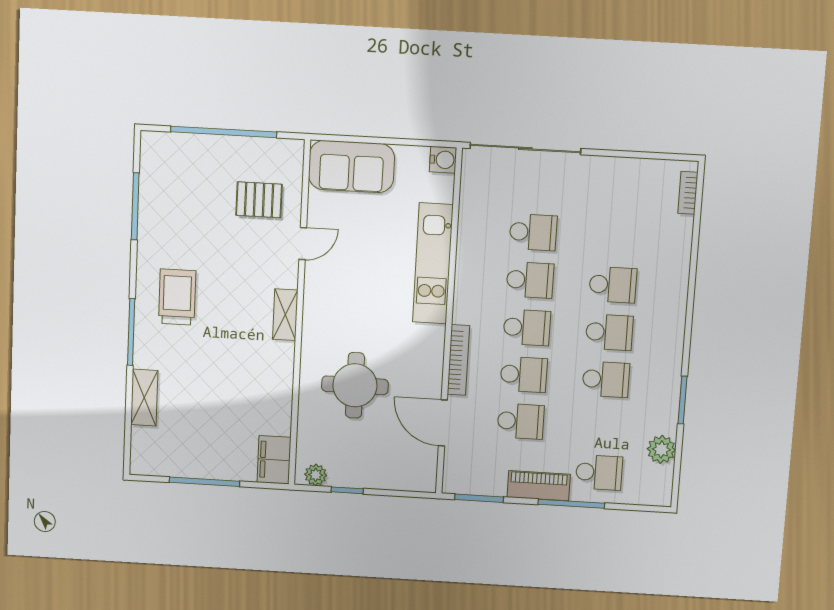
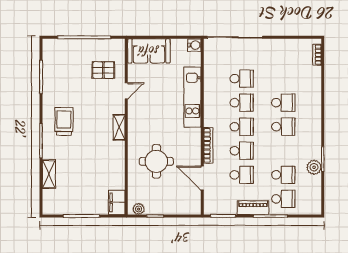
school desk: (606, 379) -> (283, 175), moved
plant: (661, 449) -> (314, 167), moved

